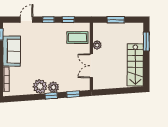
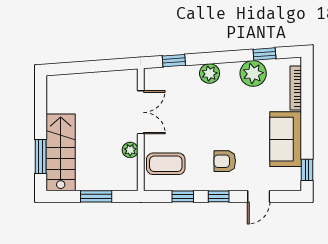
armchair: (45, 39) -> (225, 161), added
stairs: (135, 65) -> (61, 152), moved
plant: (40, 86) -> (253, 73), moved
window: (51, 96) -> (264, 54), moved

